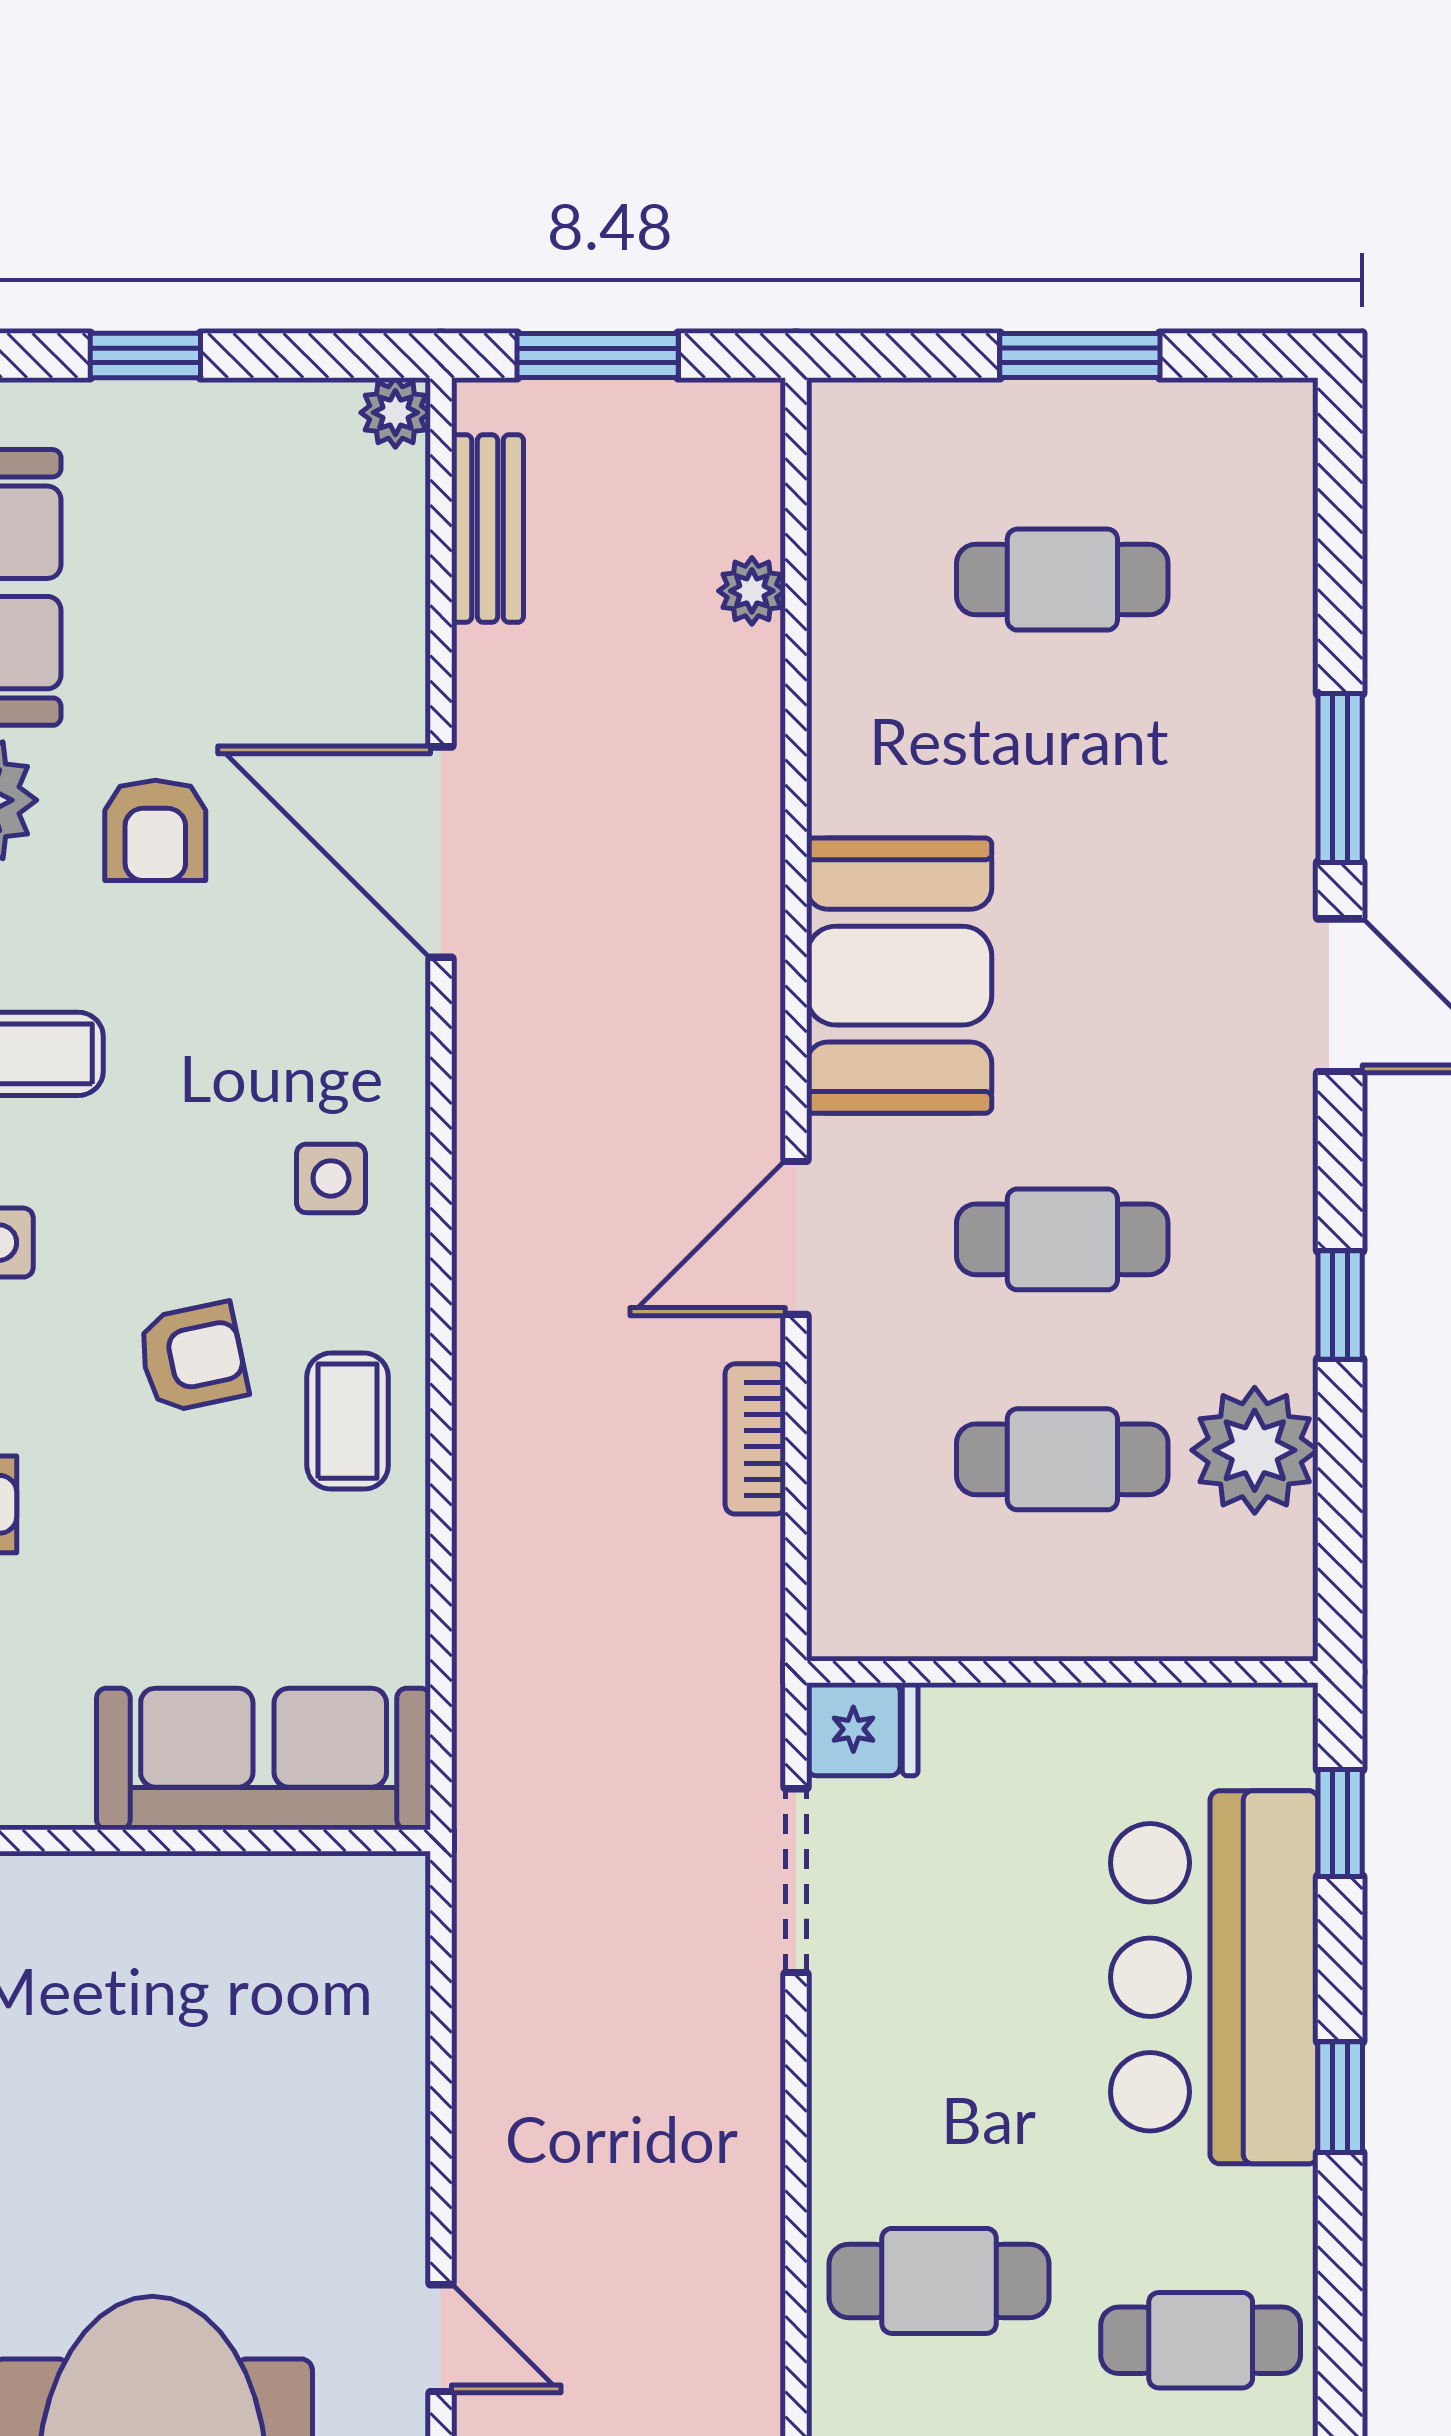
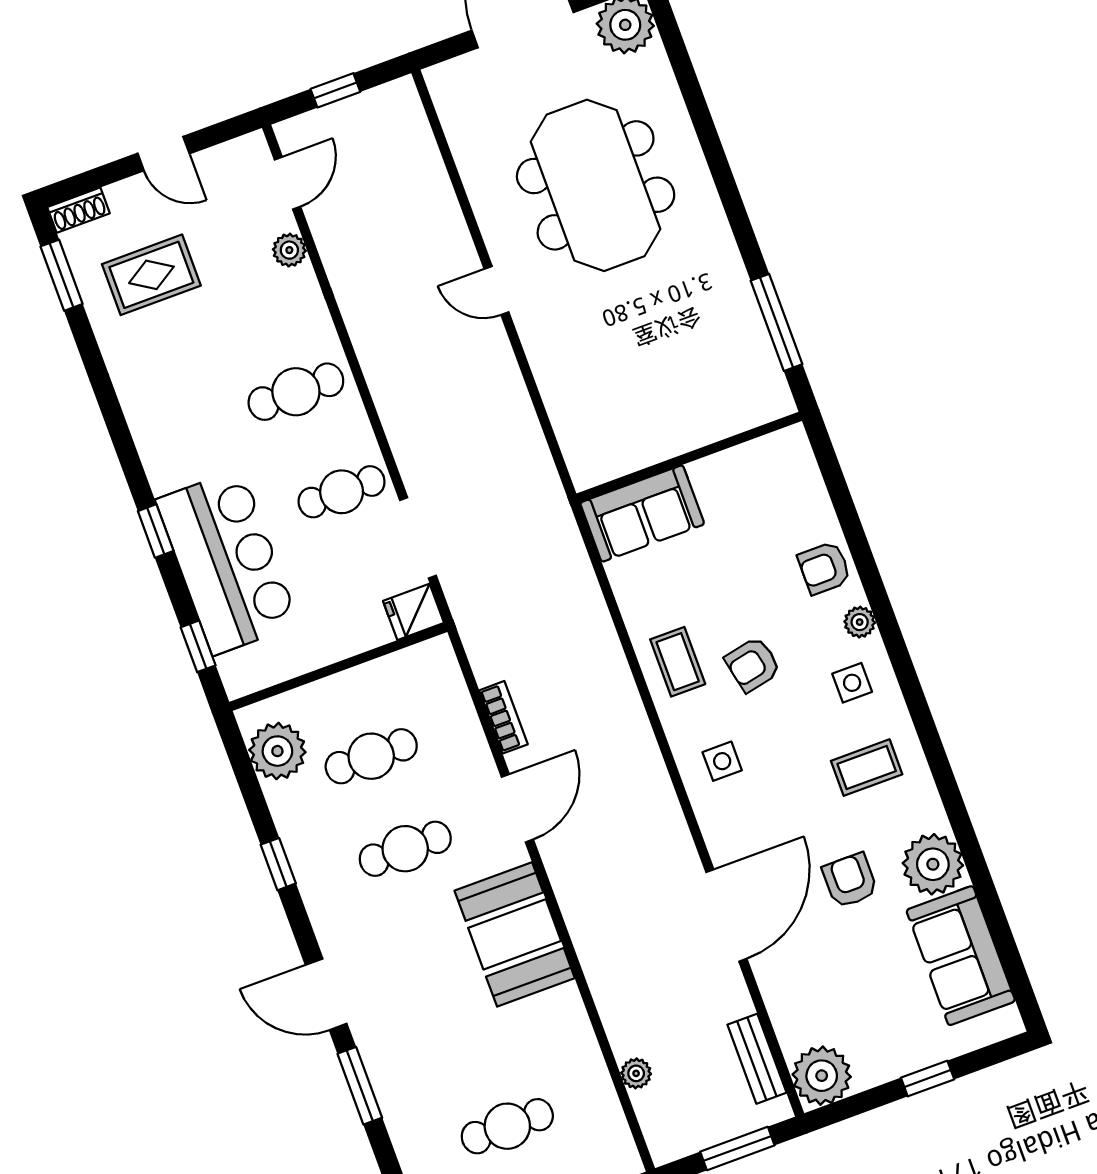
plant: (395, 413) -> (822, 1076), width x1.88, depth x1.88
door: (441, 852) -> (726, 915), hinge flipped
plant: (1255, 1450) -> (277, 751), moved
sofa: (264, 1759) -> (642, 513), width x0.73
cafe table: (1201, 2340) -> (342, 492), moved

